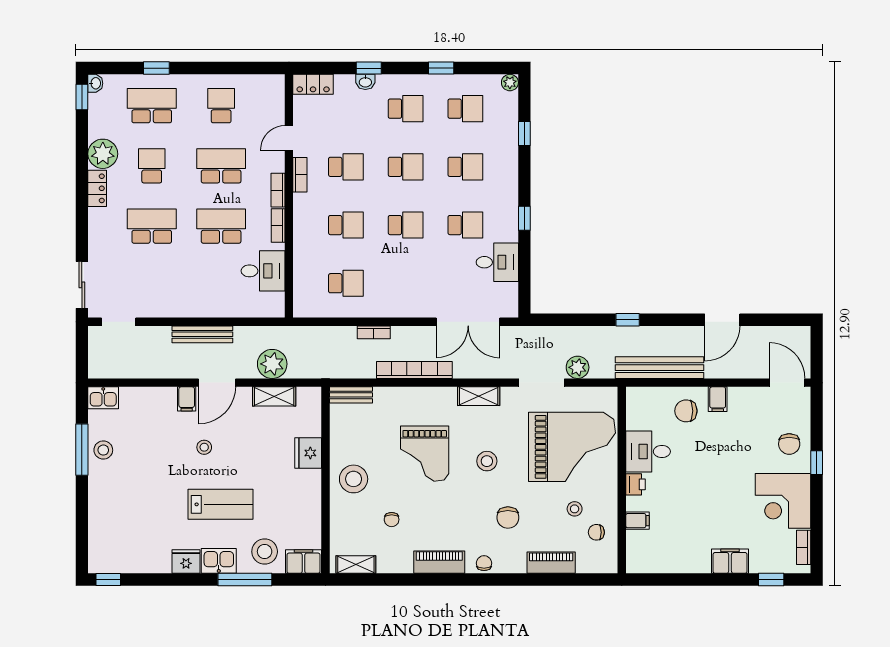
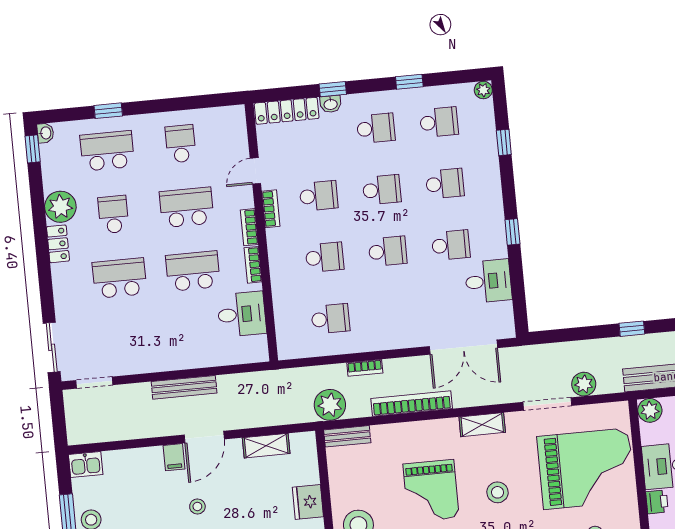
locker: (313, 84) -> (287, 111), width x1.53
plant: (272, 364) -> (330, 405), moved
plant: (637, 398) -> (650, 410), added

